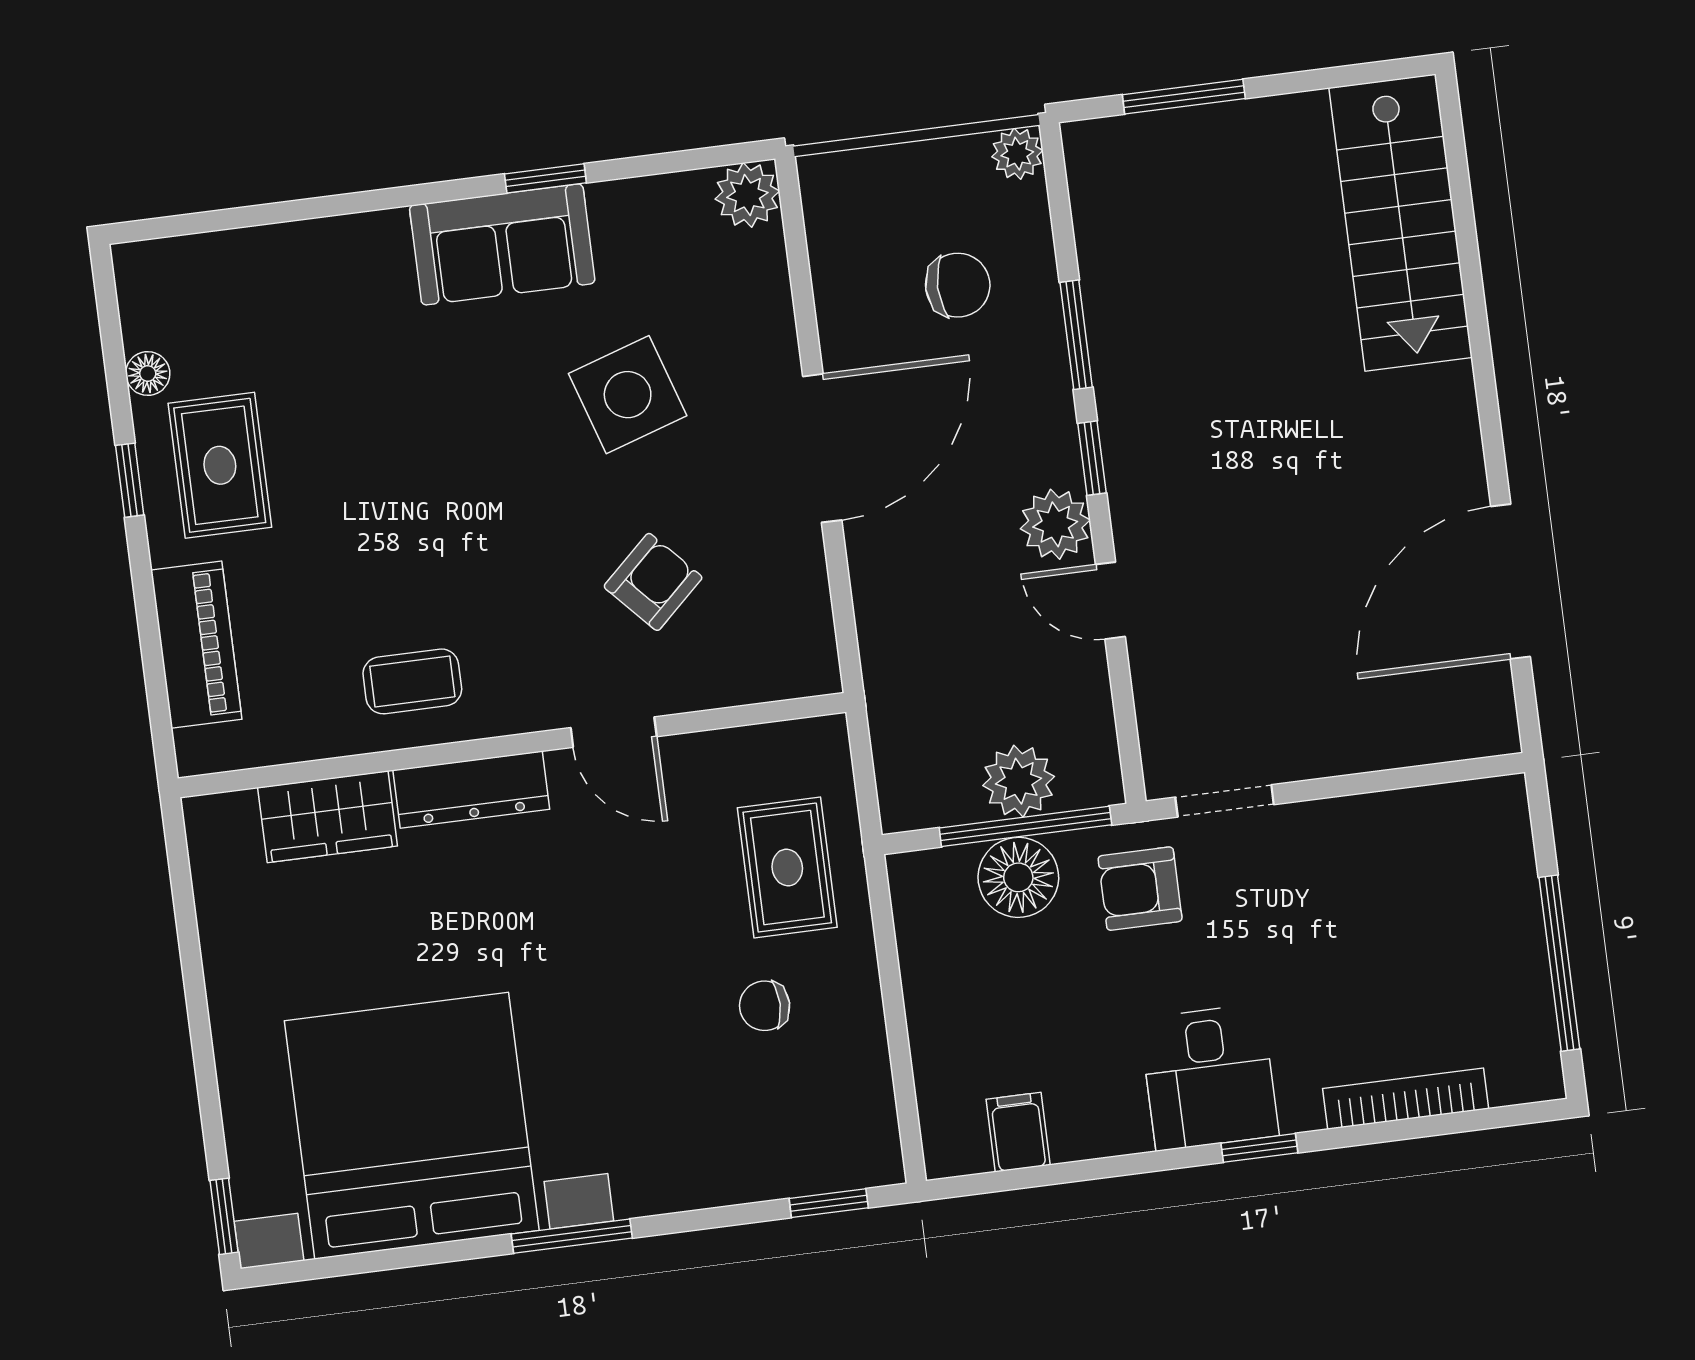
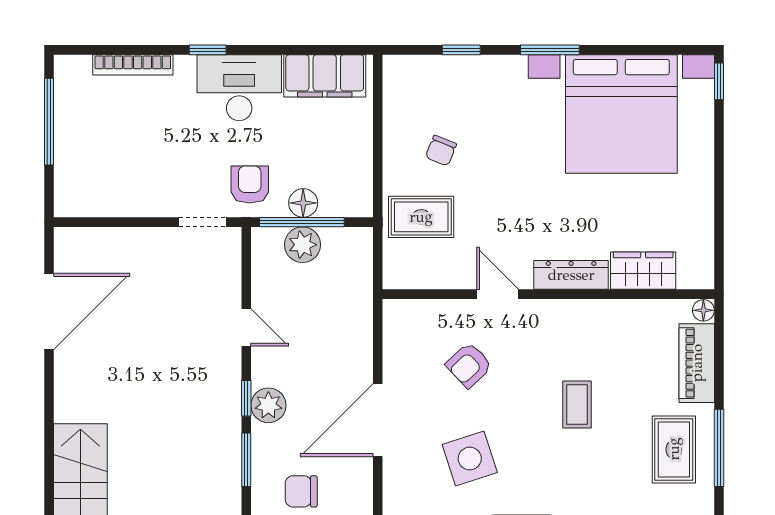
floor lamp: (148, 374) -> (703, 310), moved
window: (130, 480) -> (719, 448), width x2.17
plant: (1055, 524) -> (268, 405), moved
coffee table: (412, 681) -> (577, 405), moved, turned 90
rug: (787, 868) -> (421, 217), turned 90
floor lamp: (1018, 877) -> (303, 203), width x0.73, depth x0.73
armchair: (1140, 889) -> (250, 184), turned -90
chair: (765, 1006) -> (441, 151), turned 112
desk: (1209, 1077) -> (239, 88), width x1.37
filing cabinet: (1018, 1132) -> (325, 76), width x3.00, depth x1.17
window: (829, 1203) -> (461, 50), moved

